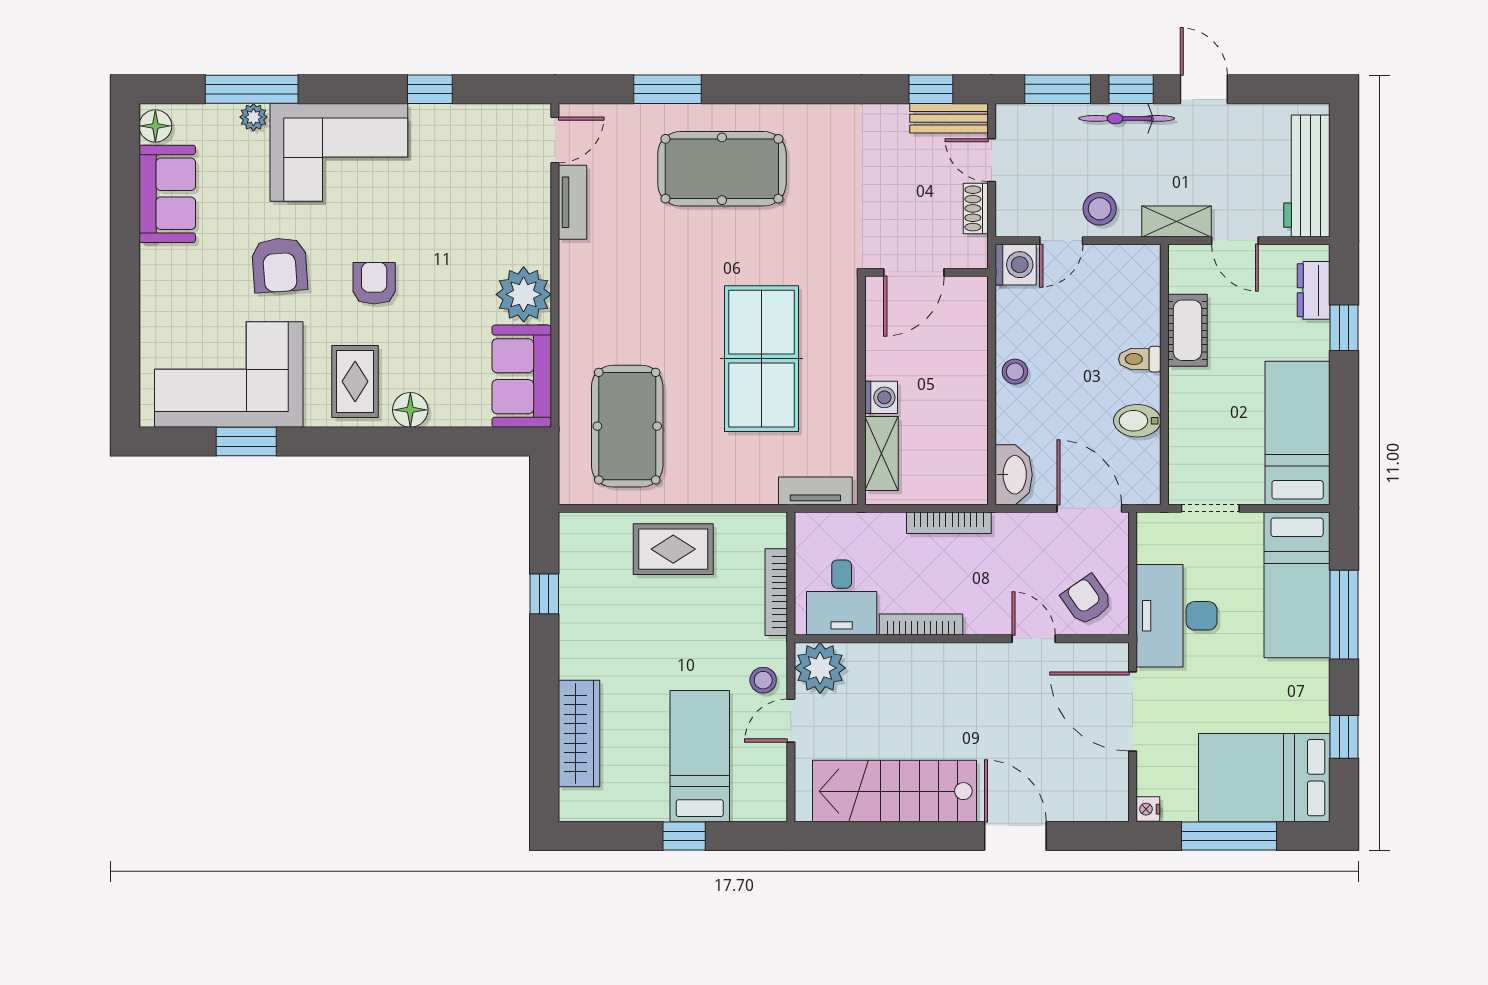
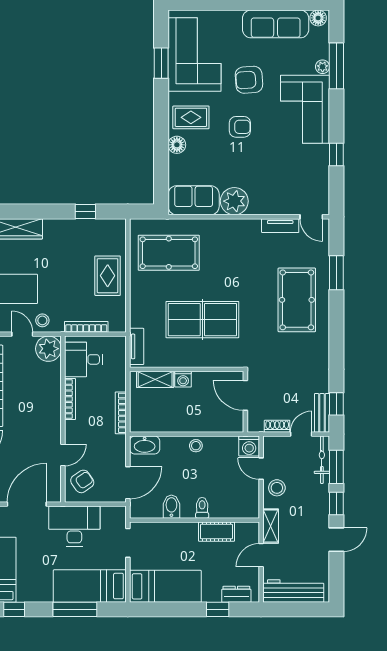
bicycle: (1127, 118) -> (322, 460), moved
sofa: (167, 194) -> (276, 24), width x1.36

